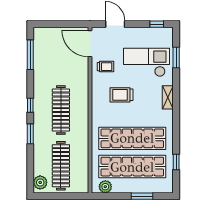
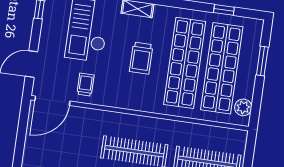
trolley: (122, 95) -> (141, 58), moved

